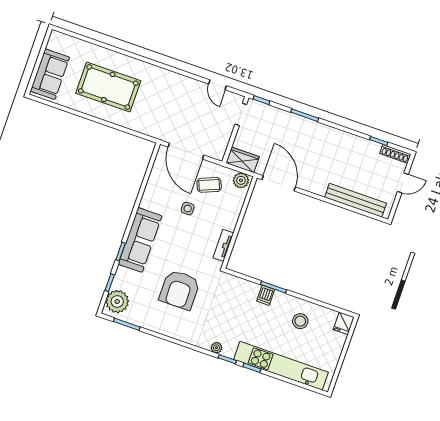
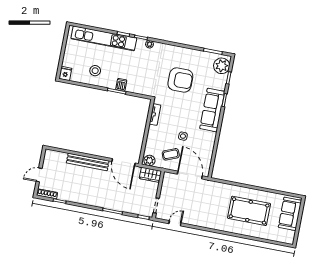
door: (218, 85) -> (175, 223), hinge flipped
bench: (356, 200) -> (88, 162), moved
armchair: (180, 290) -> (180, 80), turned 90

